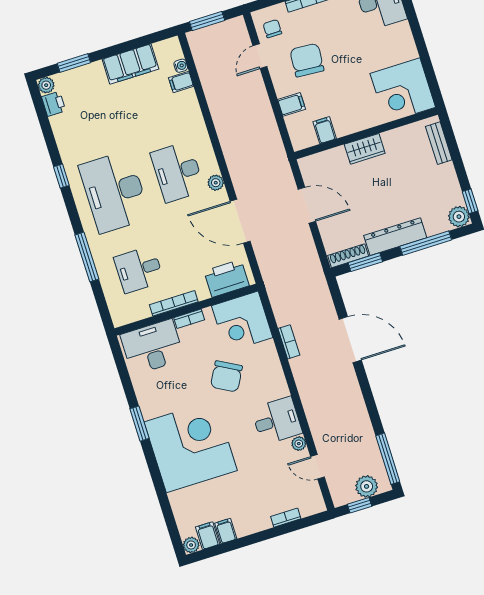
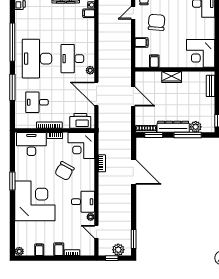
window: (61, 176) -> (12, 42), width x3.17
plant: (459, 217) -> (196, 127), moved
window: (388, 459) -> (134, 239), width x0.69
filing cabinet: (208, 536) -> (59, 249), moved

